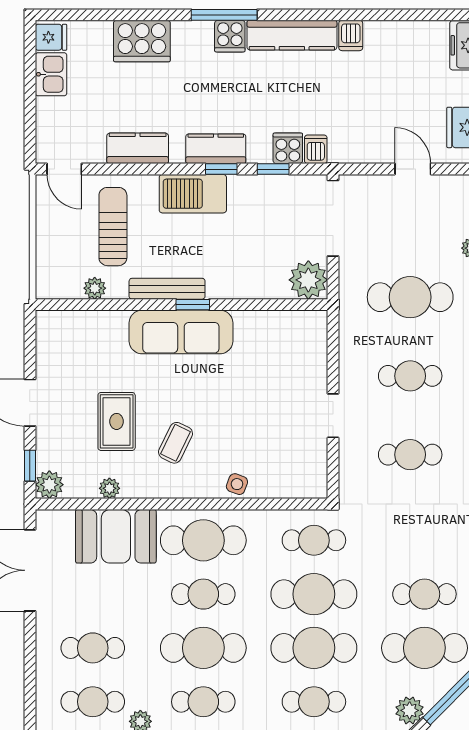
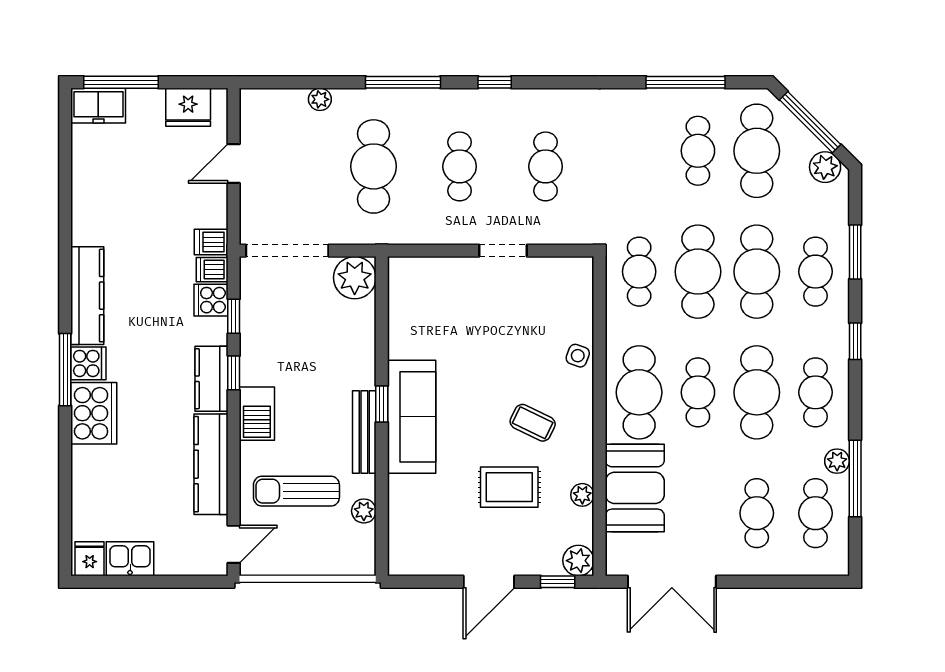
dishwasher: (351, 35) -> (211, 242), moved, turned 180
cooker: (142, 41) -> (94, 413), moved
kitchen counter: (138, 148) -> (211, 464), width x1.50
barbecue: (193, 194) -> (257, 414), width x0.73, depth x0.83

